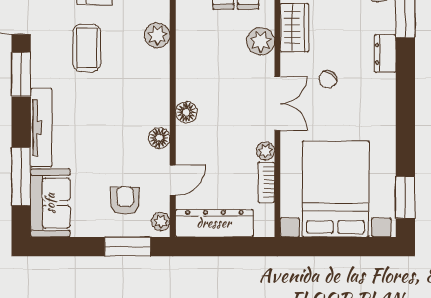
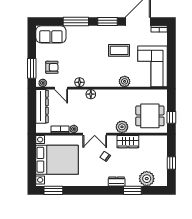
tv unit: (41, 128) -> (84, 30), removed
window: (21, 176) -> (76, 22), moved

